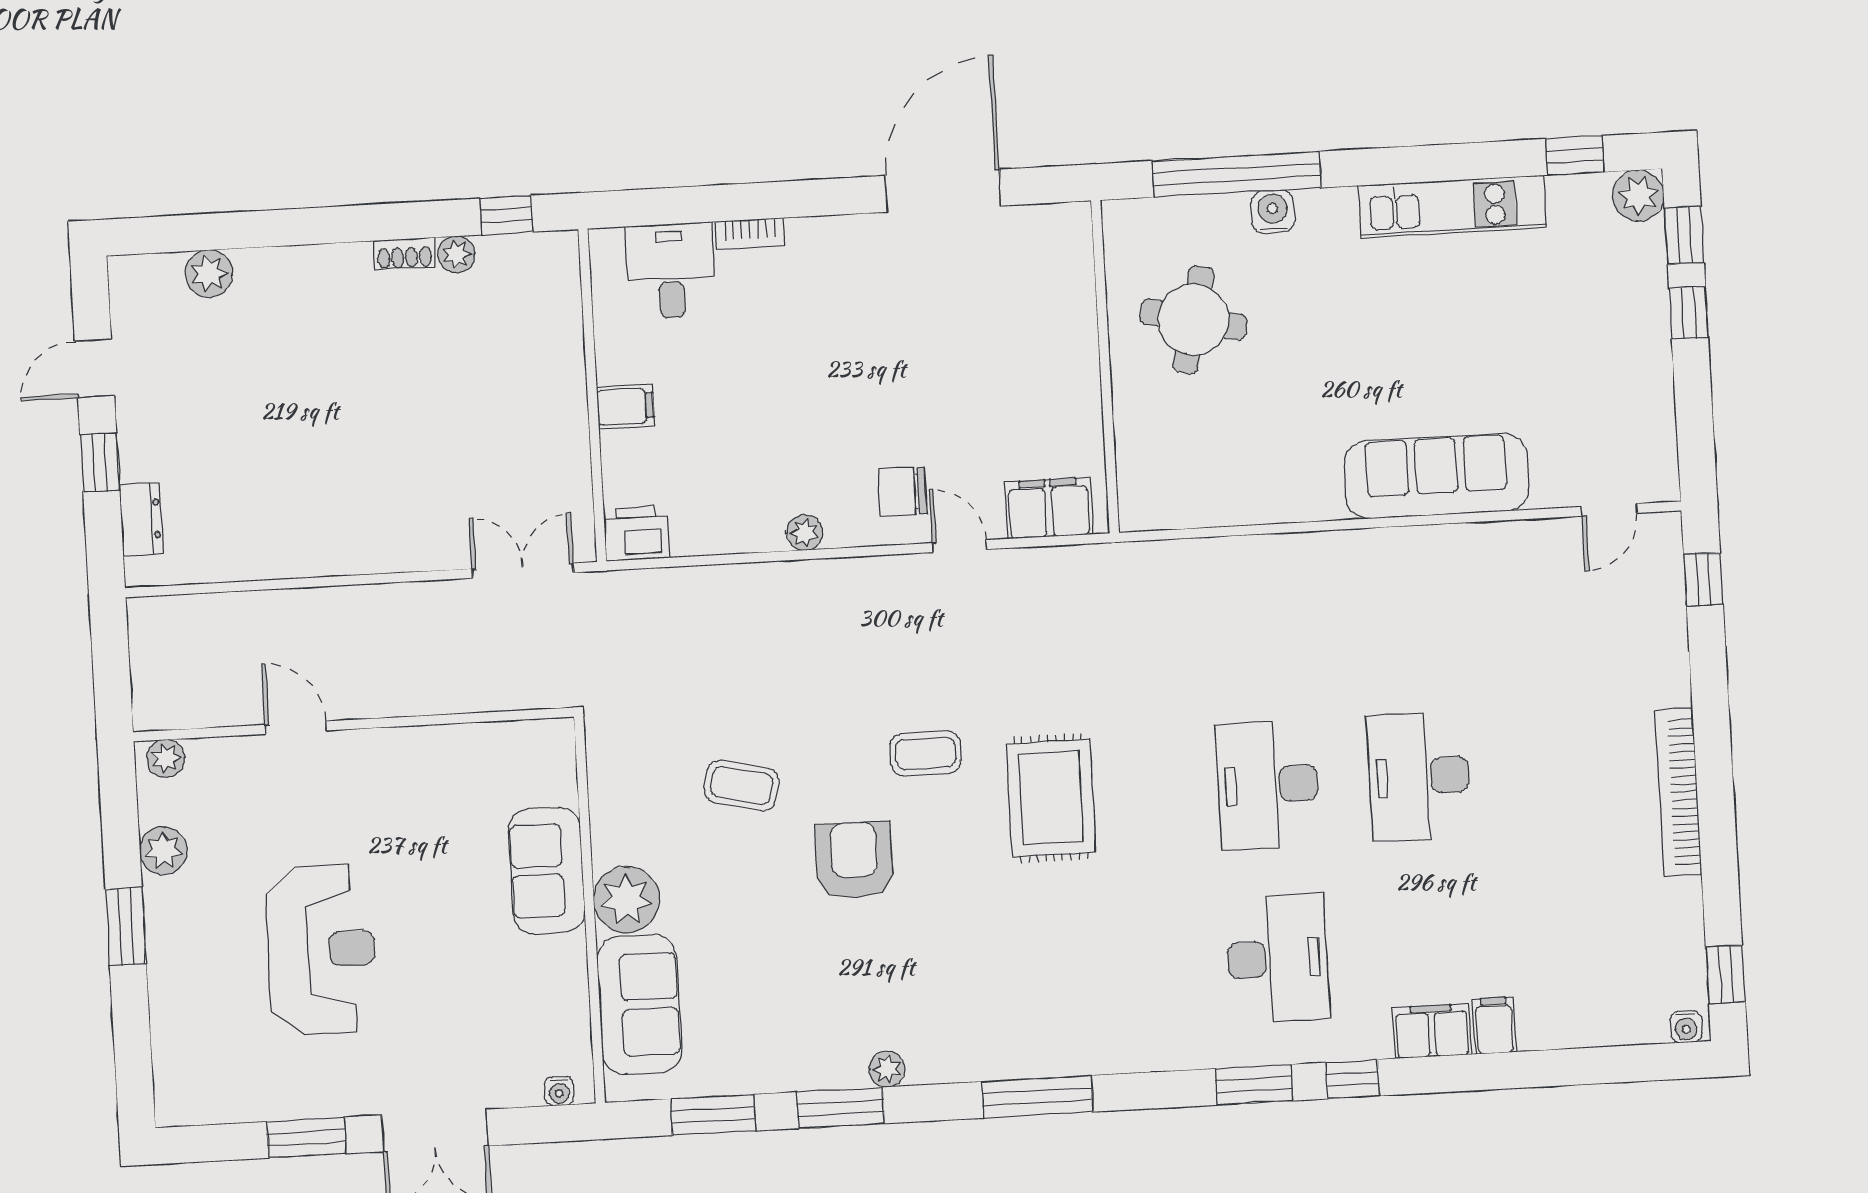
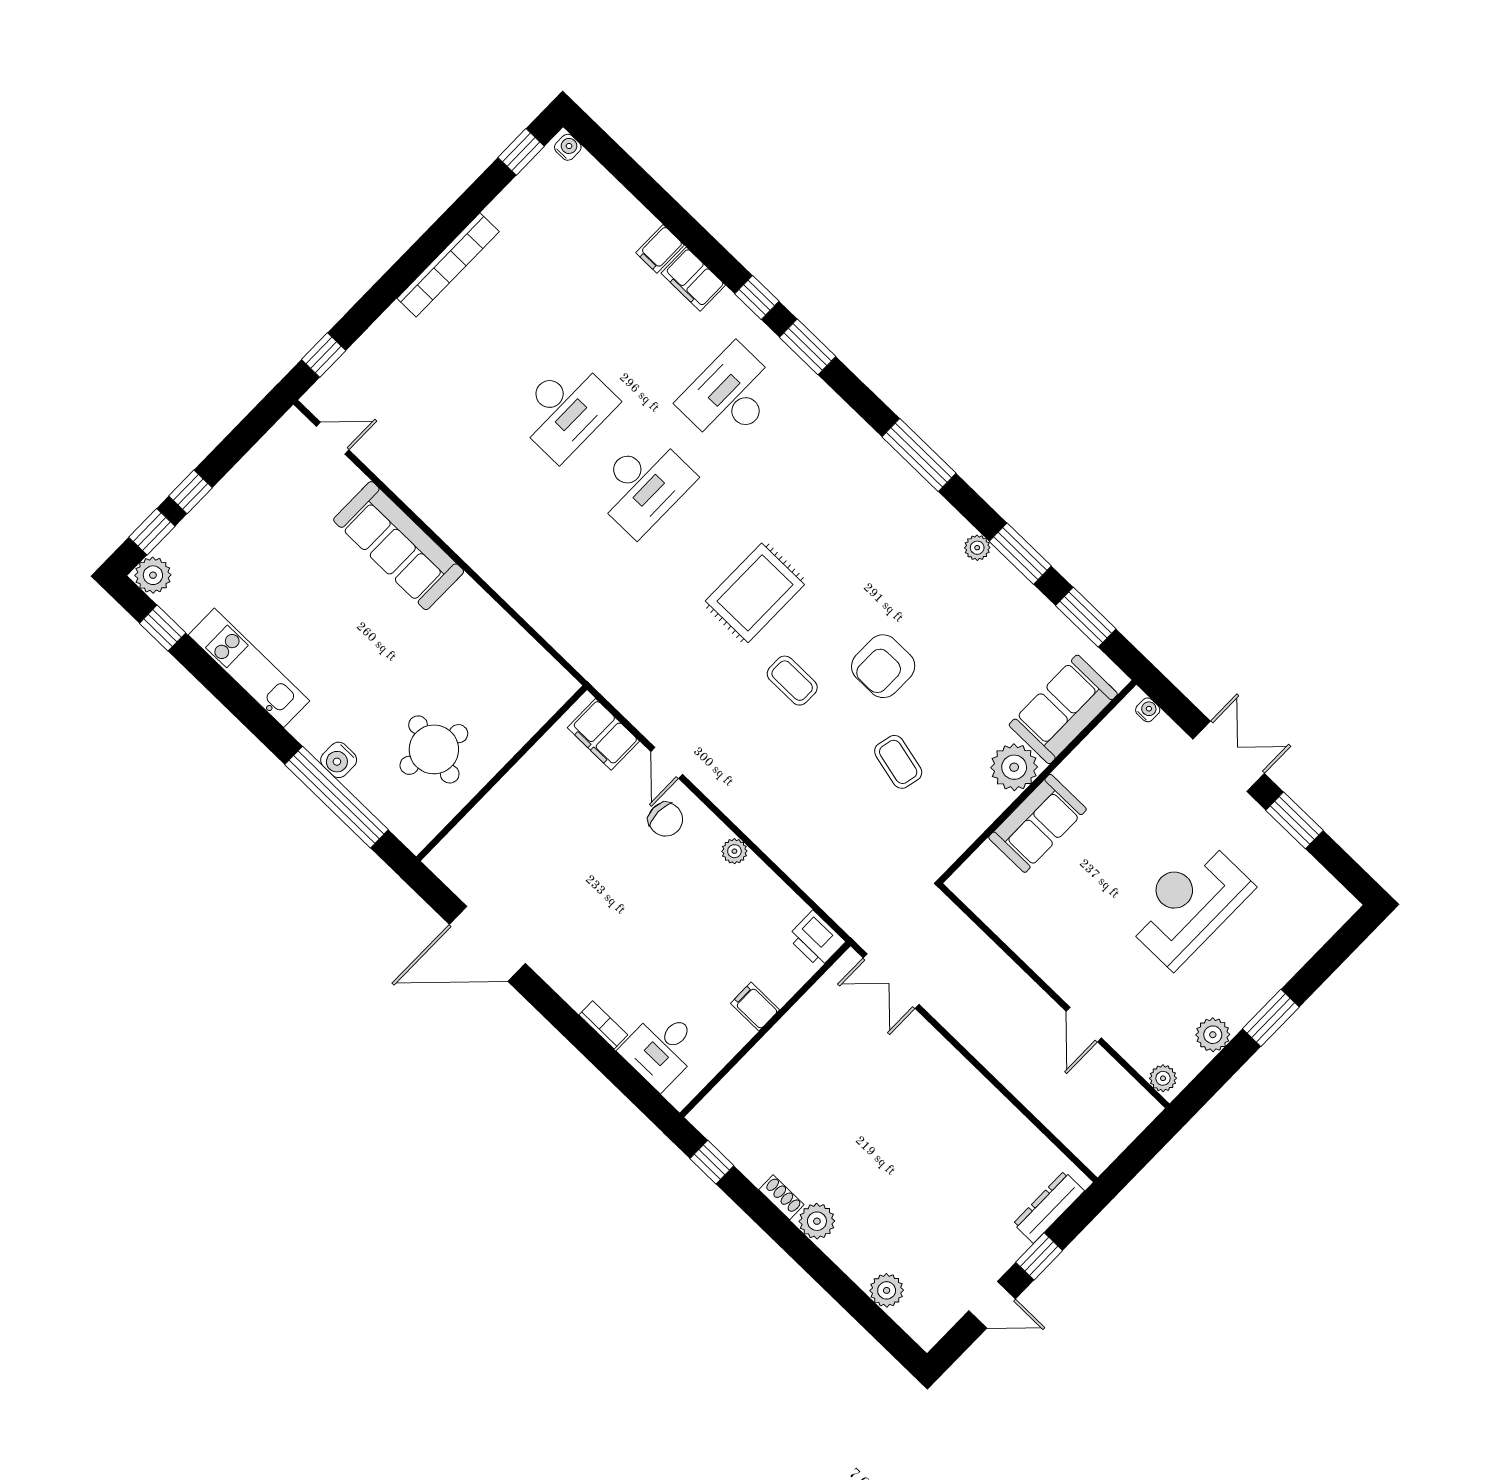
plant: (457, 254) -> (817, 1221), moved, width x1.38, depth x1.38
dresser: (141, 519) -> (1049, 1207), width x1.44

